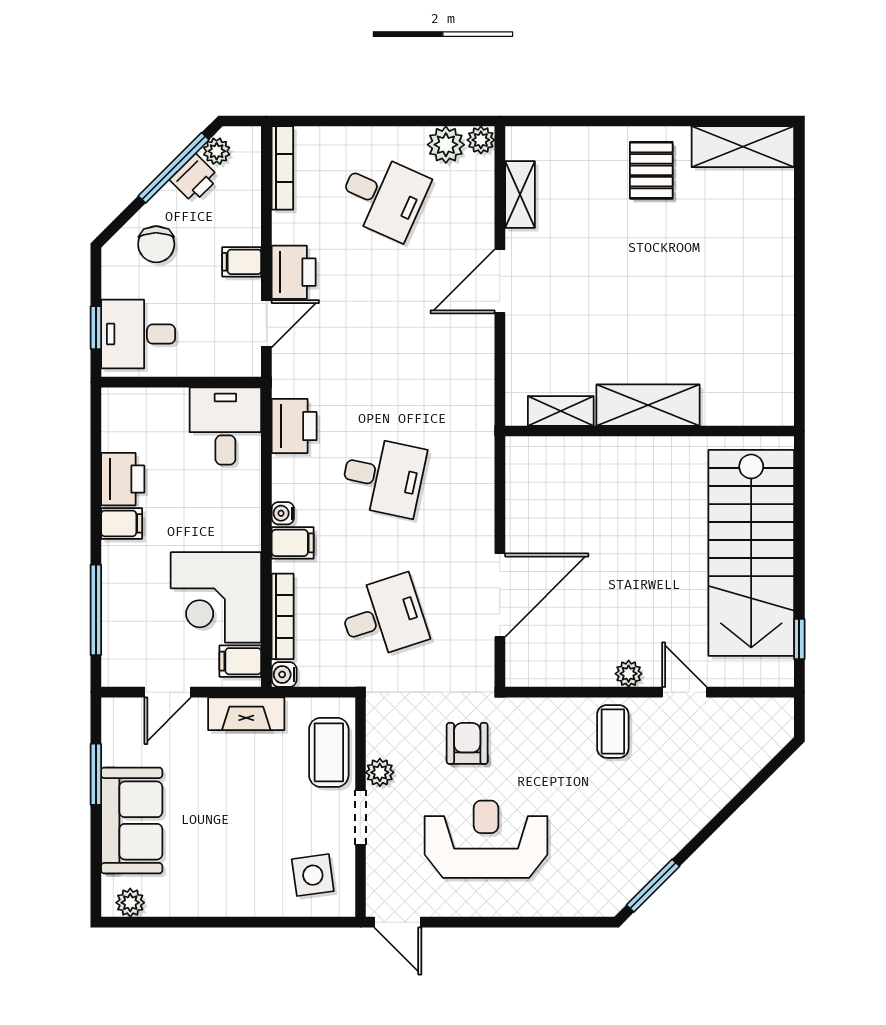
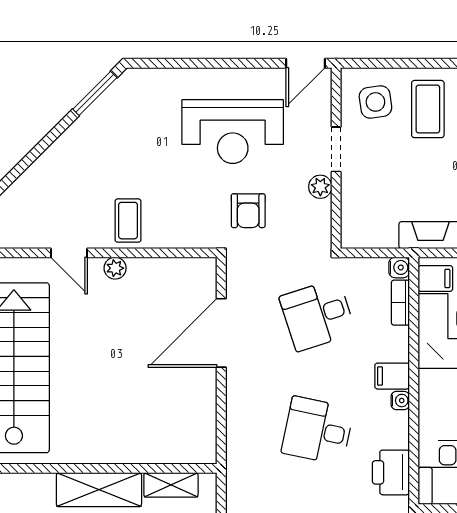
bookcase: (283, 616) -> (400, 303), width x0.64
coffee table: (329, 752) -> (428, 109), moved
door: (398, 922) -> (305, 63), swing flipped

